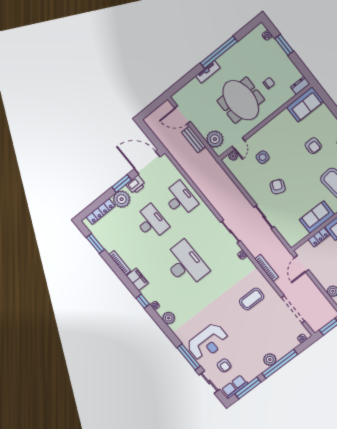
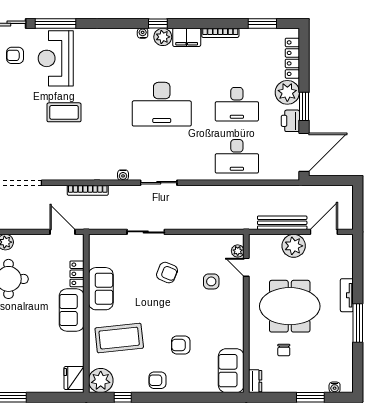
window: (219, 52) -> (358, 323), width x0.68
bench: (194, 139) -> (282, 223), width x1.36
plant: (215, 139) -> (294, 246), moved
coffee table: (252, 299) -> (64, 112), moved, turned 90
plant: (169, 318) -> (163, 37), moved

